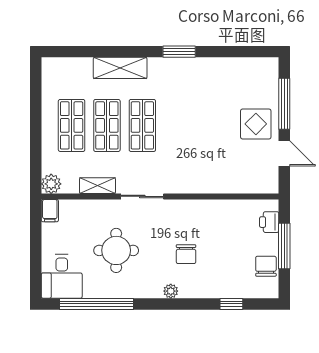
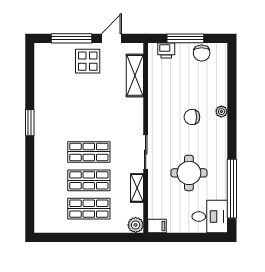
shelving: (120, 68) -> (135, 75), moved
chair: (186, 254) -> (192, 117), turned 180
chair: (266, 266) -> (202, 53), turned -90
plant: (171, 291) -> (221, 112), moved
window: (231, 304) -> (232, 81), removed

